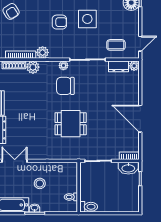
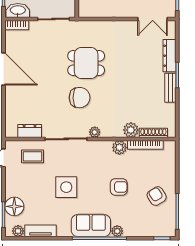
armchair: (59, 22) -> (119, 187), moved, turned 180
plant: (134, 66) -> (11, 132), removed
chair: (65, 86) -> (80, 98), moved

